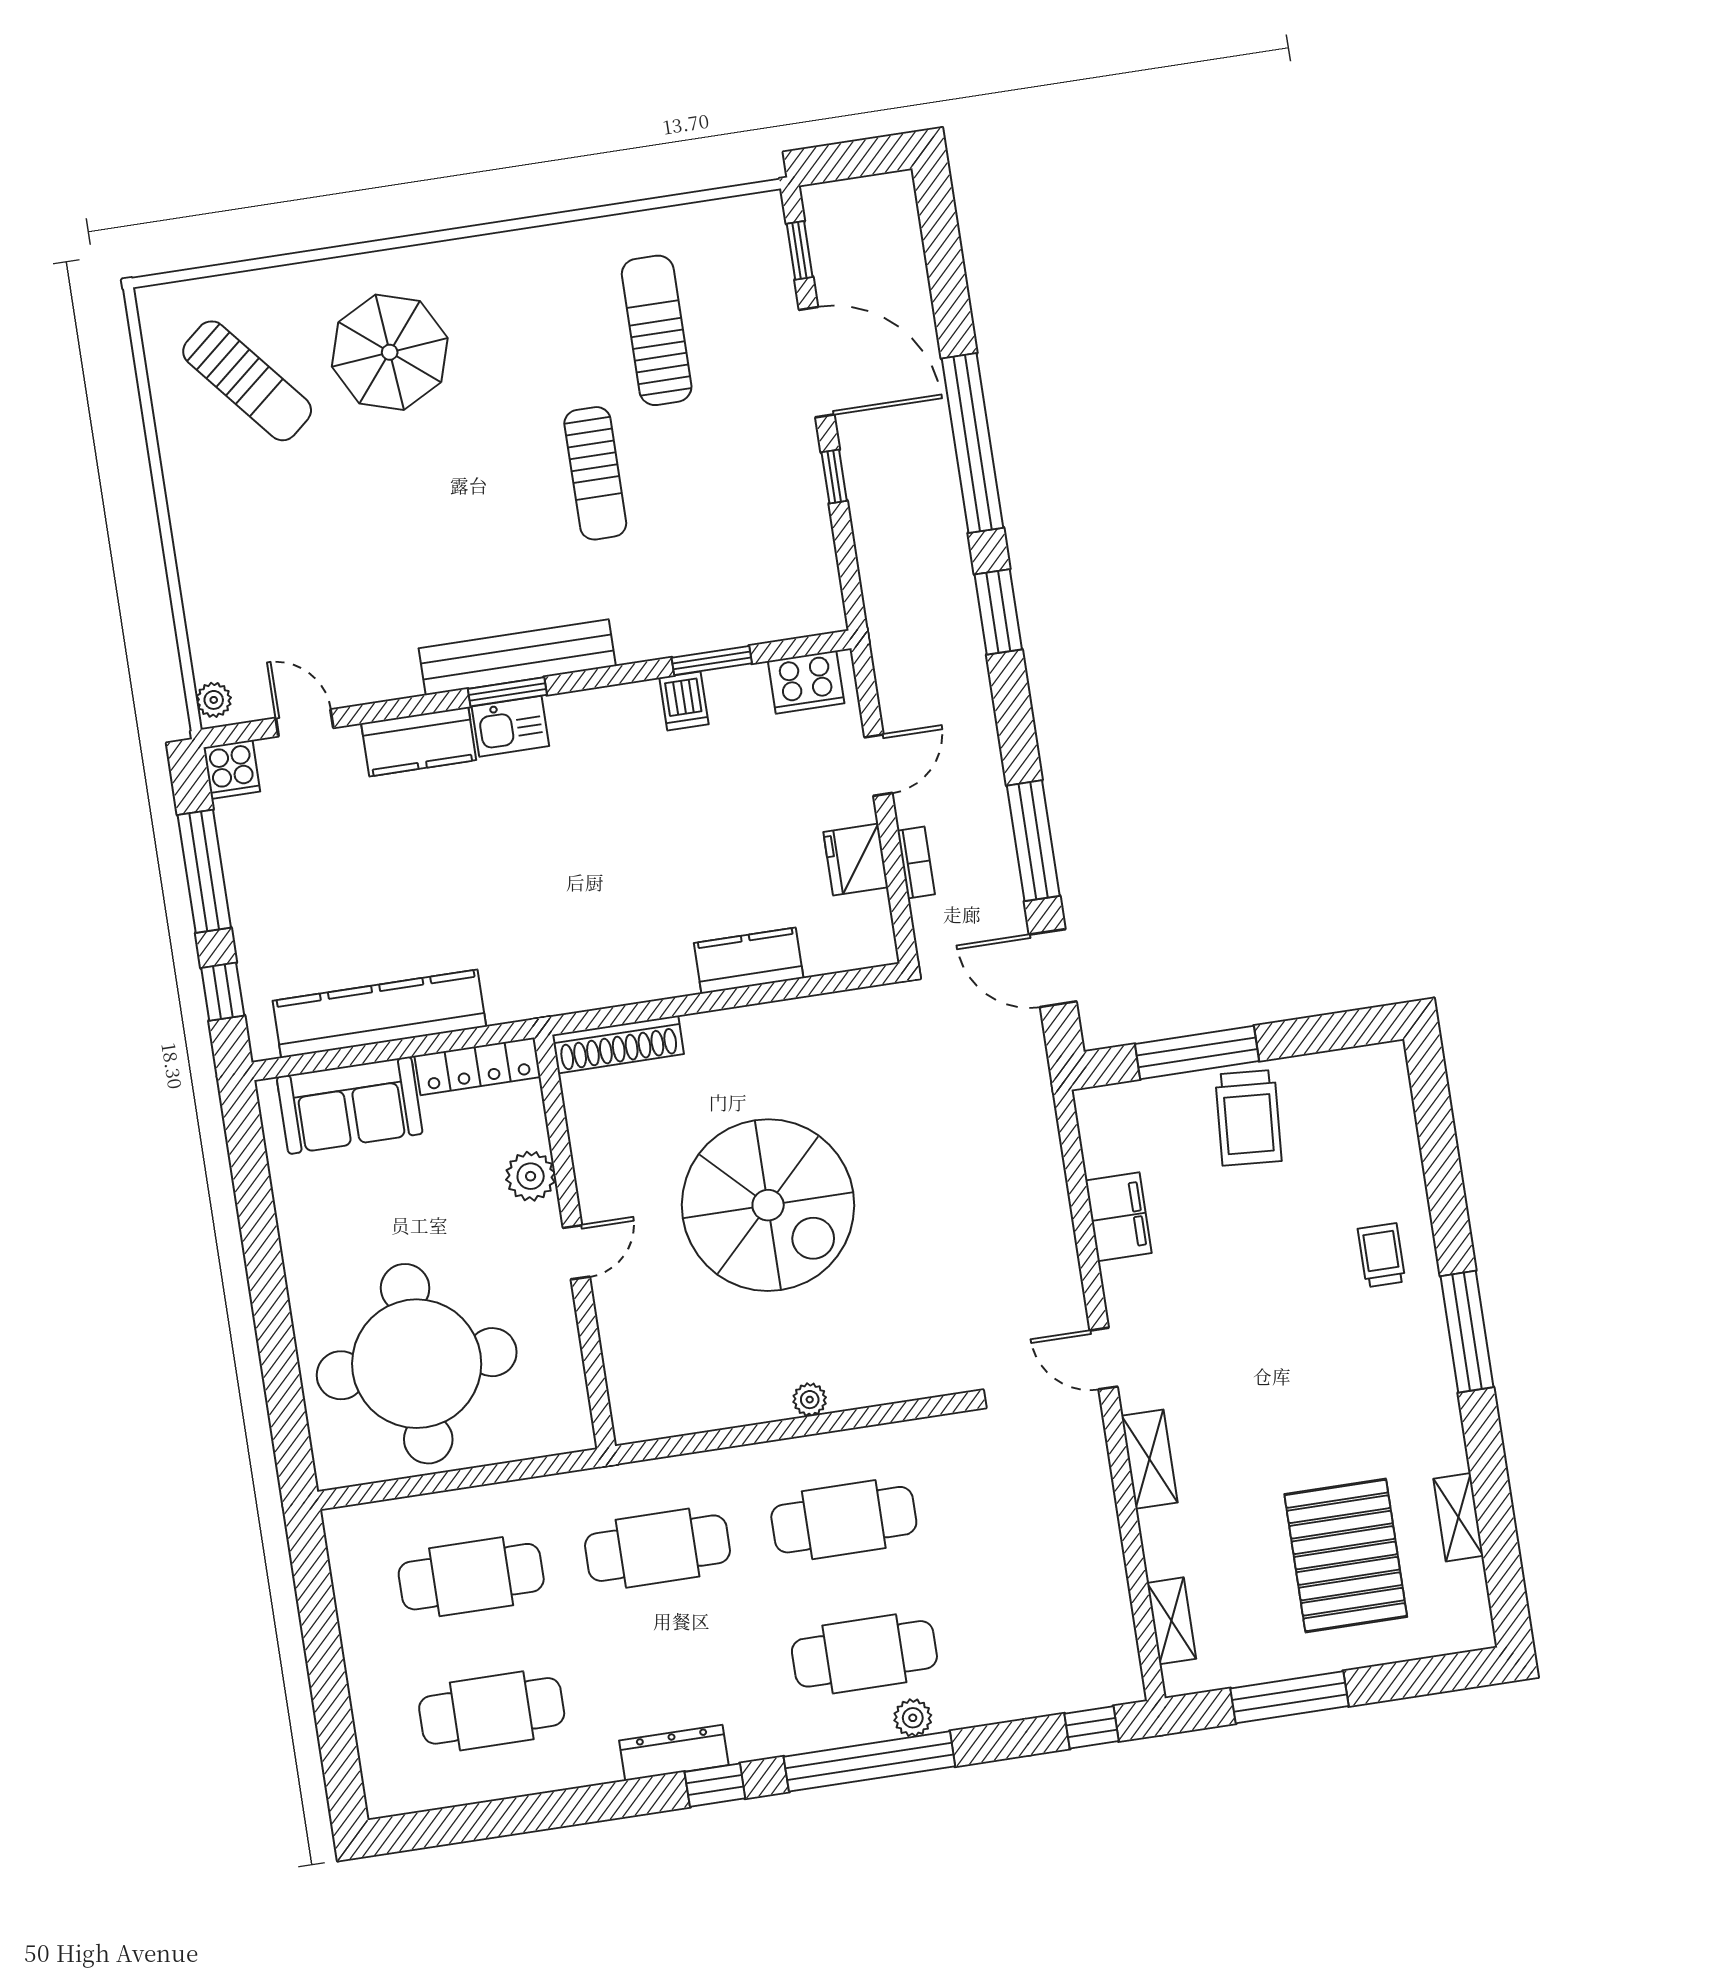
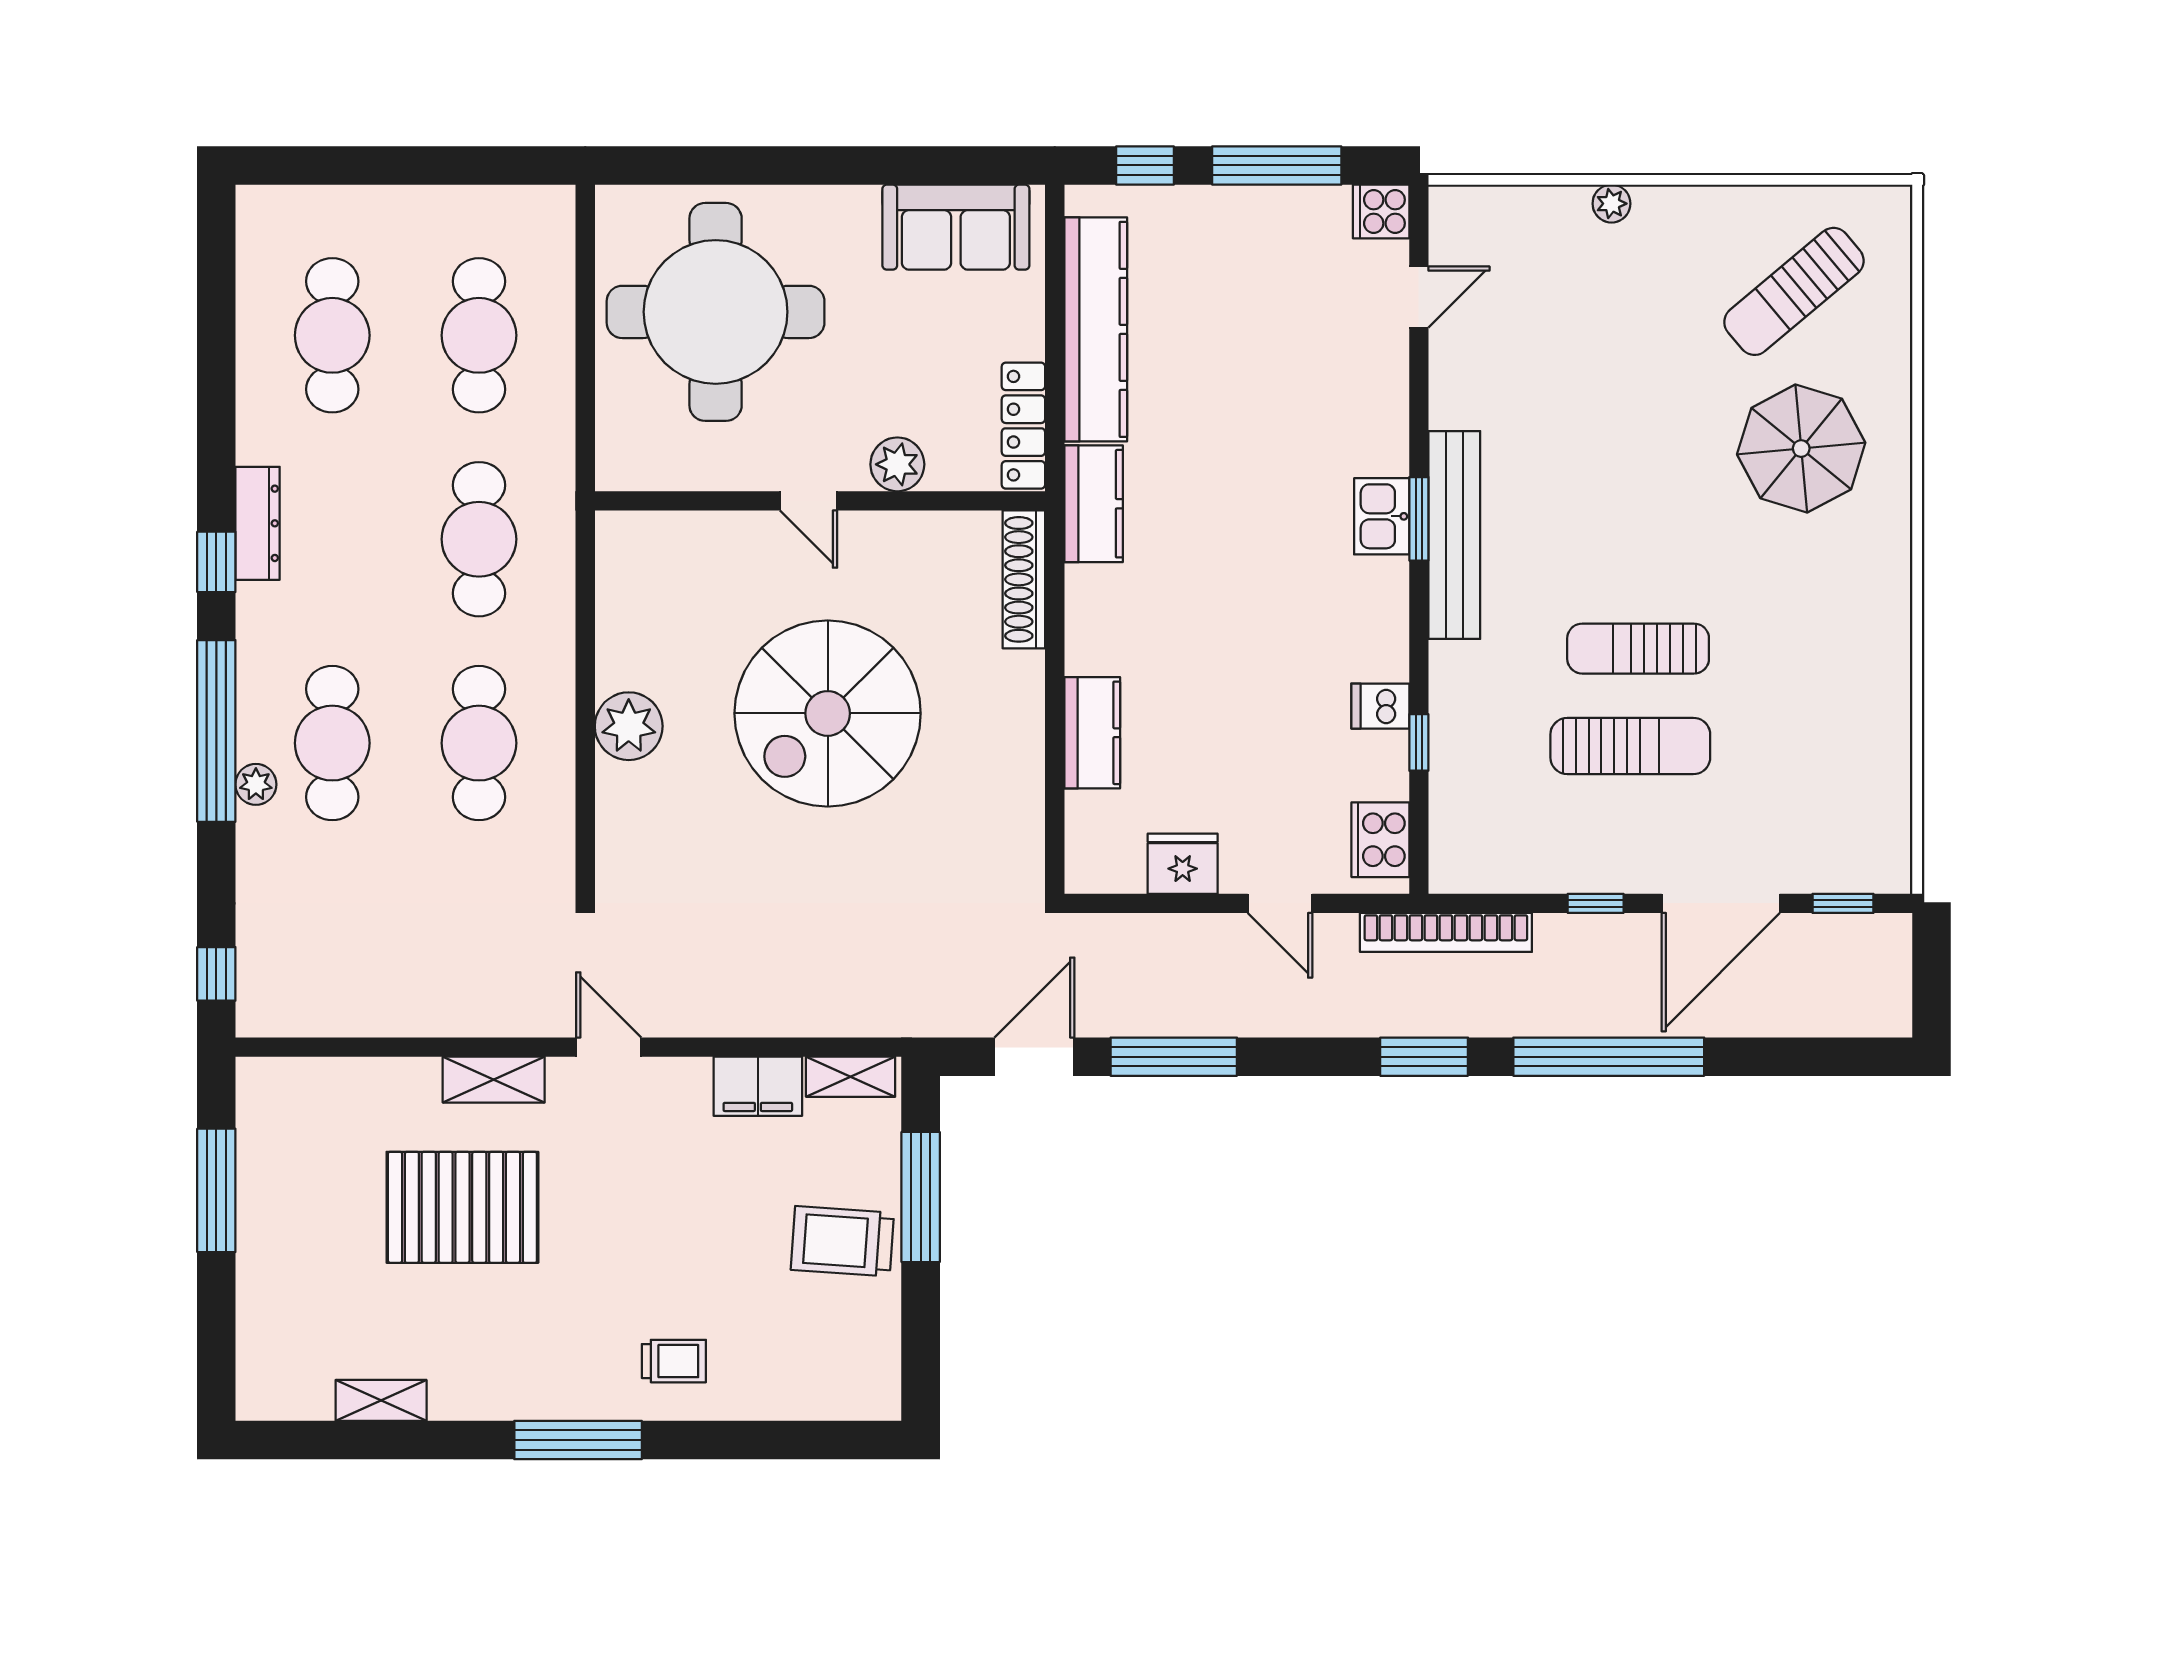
sun lounger: (657, 330) -> (1630, 746), moved
window: (712, 661) -> (1419, 742), width x0.67
plant: (214, 700) -> (1611, 204), moved
kitchen counter: (419, 742) -> (1094, 504), moved, turned 180
bookcase: (916, 863) -> (1446, 932), moved, width x2.31, depth x1.31
sofa: (350, 1105) -> (956, 227), moved, turned -90
door: (1104, 1359) -> (609, 1047), hinge flipped
plant: (810, 1400) -> (629, 726), width x1.88, depth x1.88
pallet: (1346, 1556) -> (462, 1207), moved
shelving: (1171, 1621) -> (851, 1077), moved

